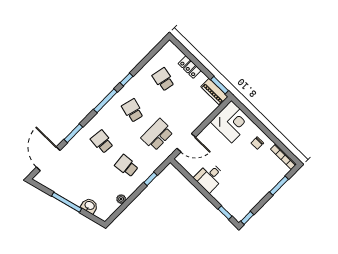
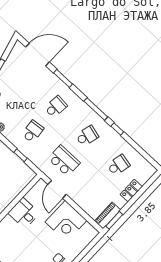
corner desk: (232, 122) -> (66, 221), moved

